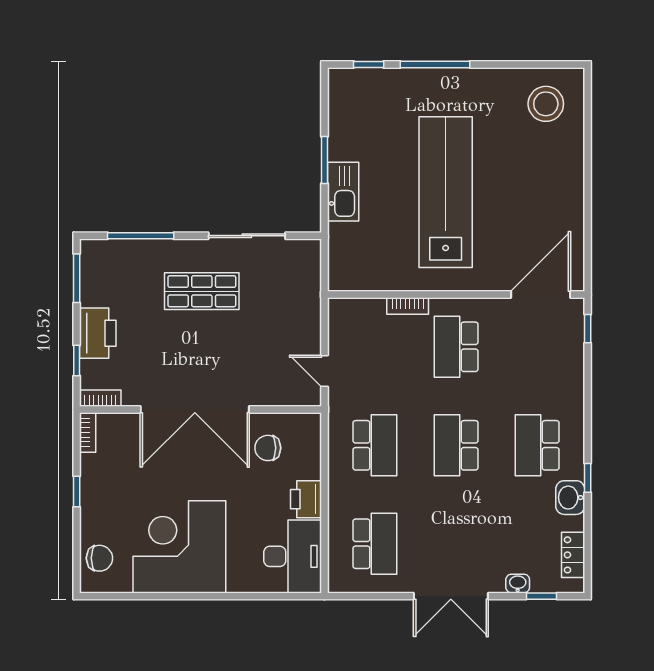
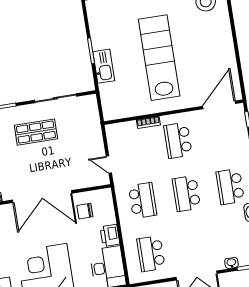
school desk: (375, 544) -> (151, 254), turned 180

